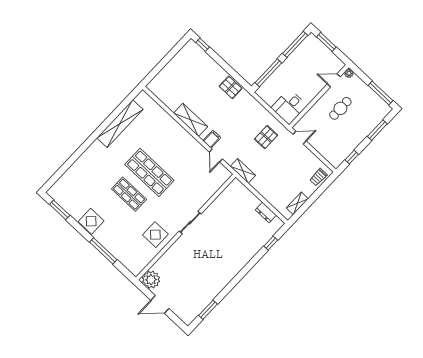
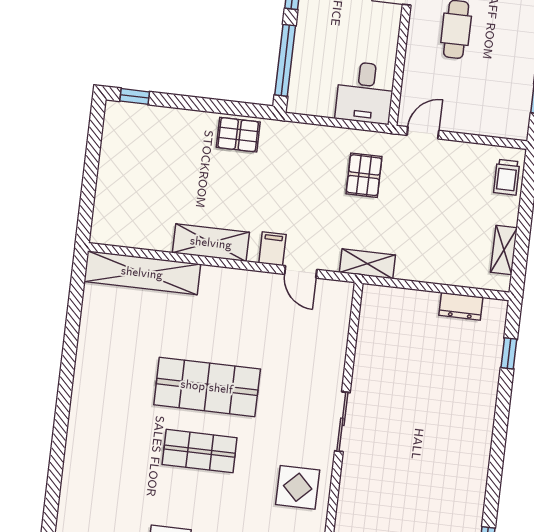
shelving: (120, 124) -> (142, 273), moved, turned 90

